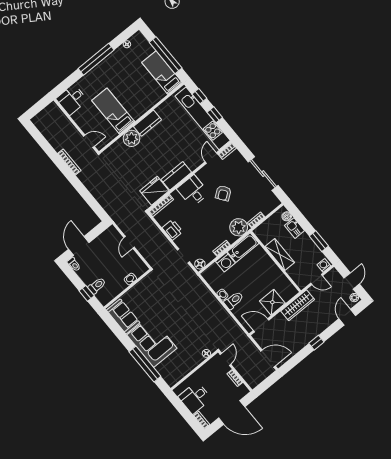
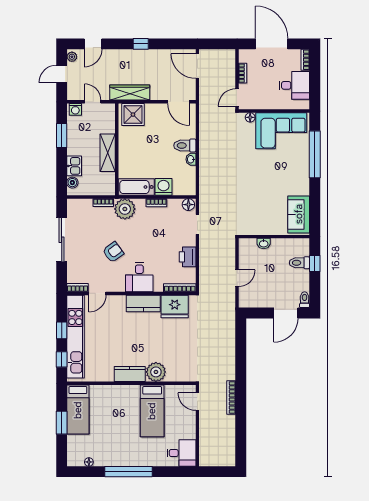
window: (166, 55) -> (62, 423), width x0.47
shower: (272, 302) -> (133, 115), moved
corner sofa: (152, 342) -> (281, 131), moved, turned -90

